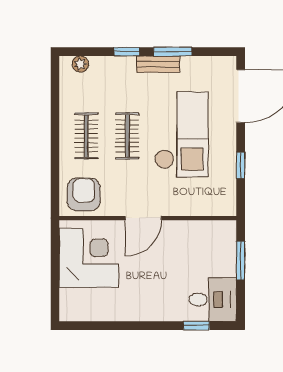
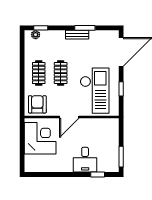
window: (127, 52) -> (41, 28), moved
checkout: (181, 134) -> (95, 91), moved
window: (241, 261) -> (121, 157), moved
desk: (213, 300) -> (85, 160), moved, turned 90

